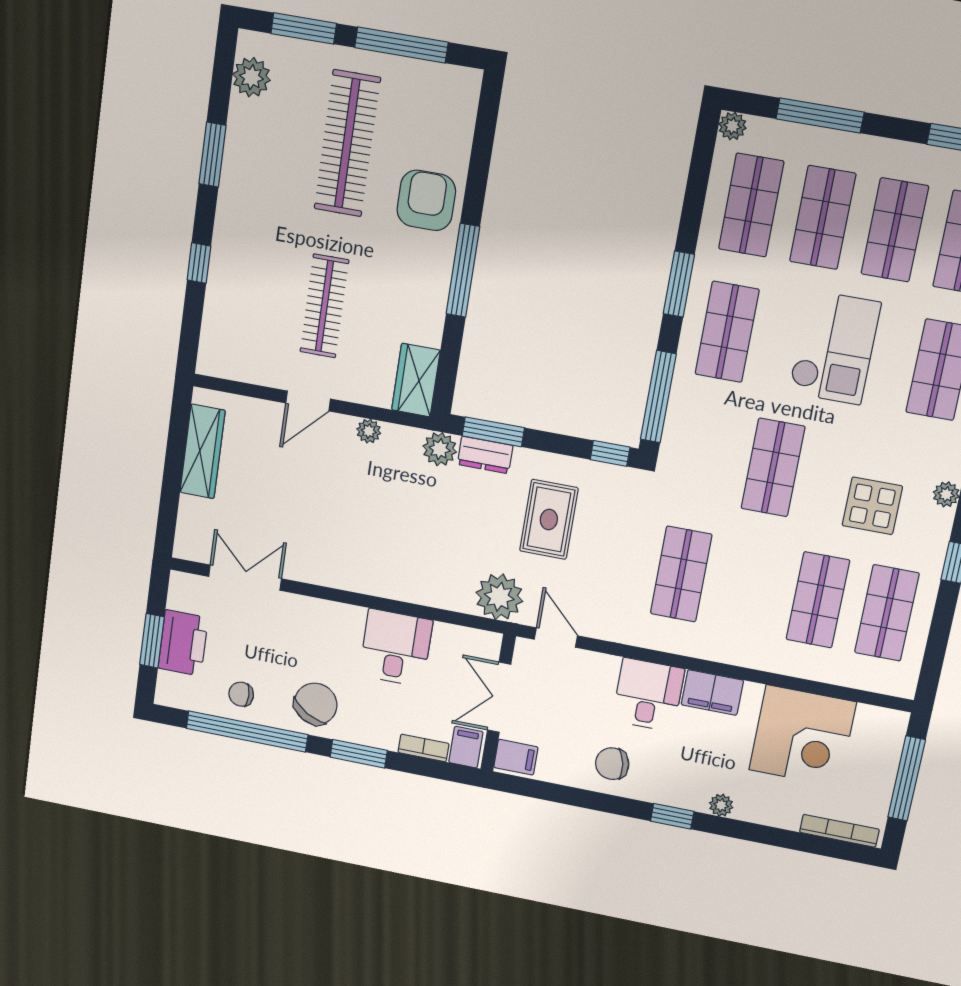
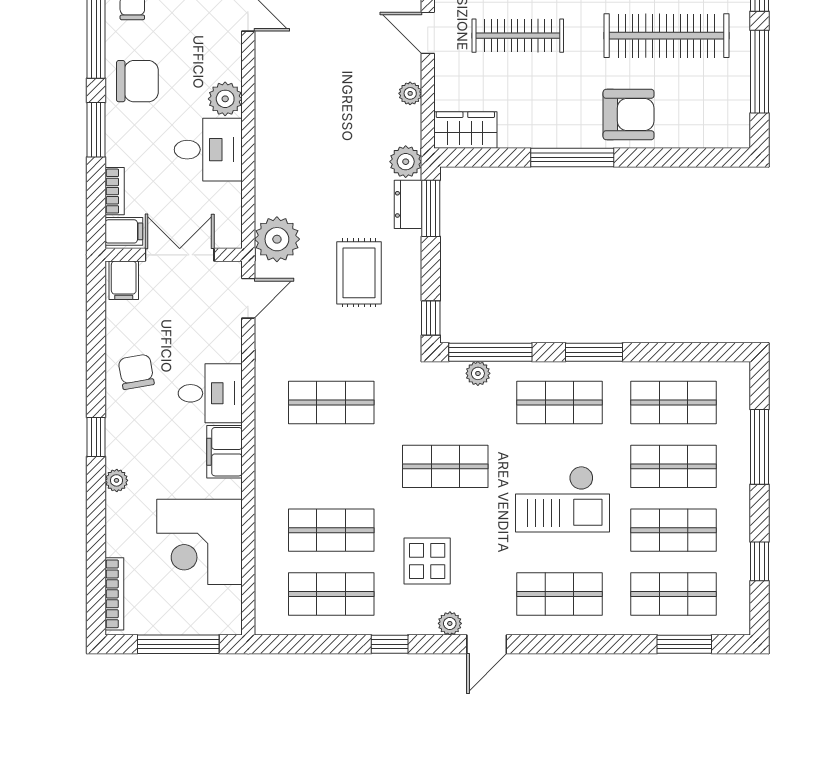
plant: (732, 126) -> (478, 373), moved
rug: (549, 519) -> (359, 273), turned 90
plant: (346, 621) -> (225, 99), added
chair: (316, 704) -> (137, 81), turned -31

